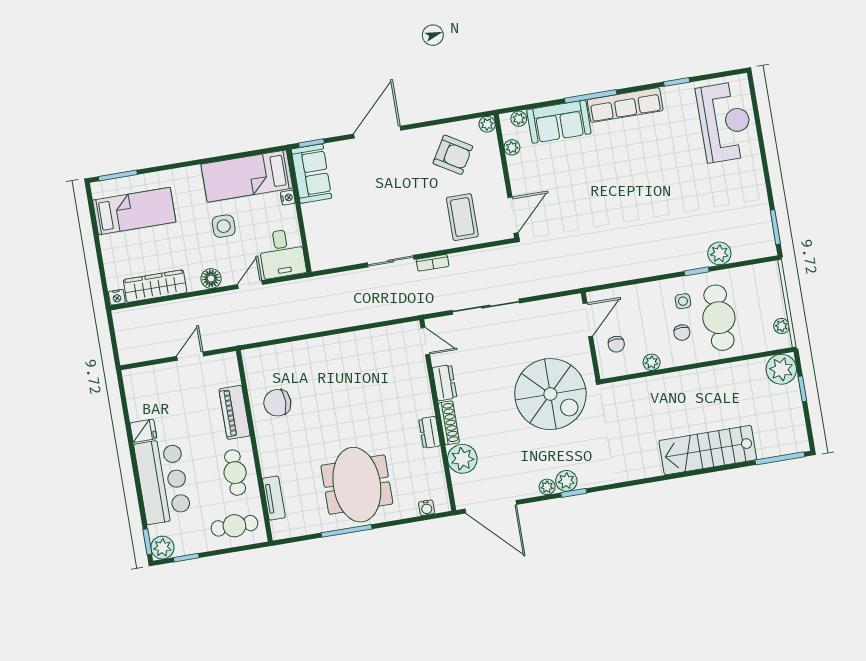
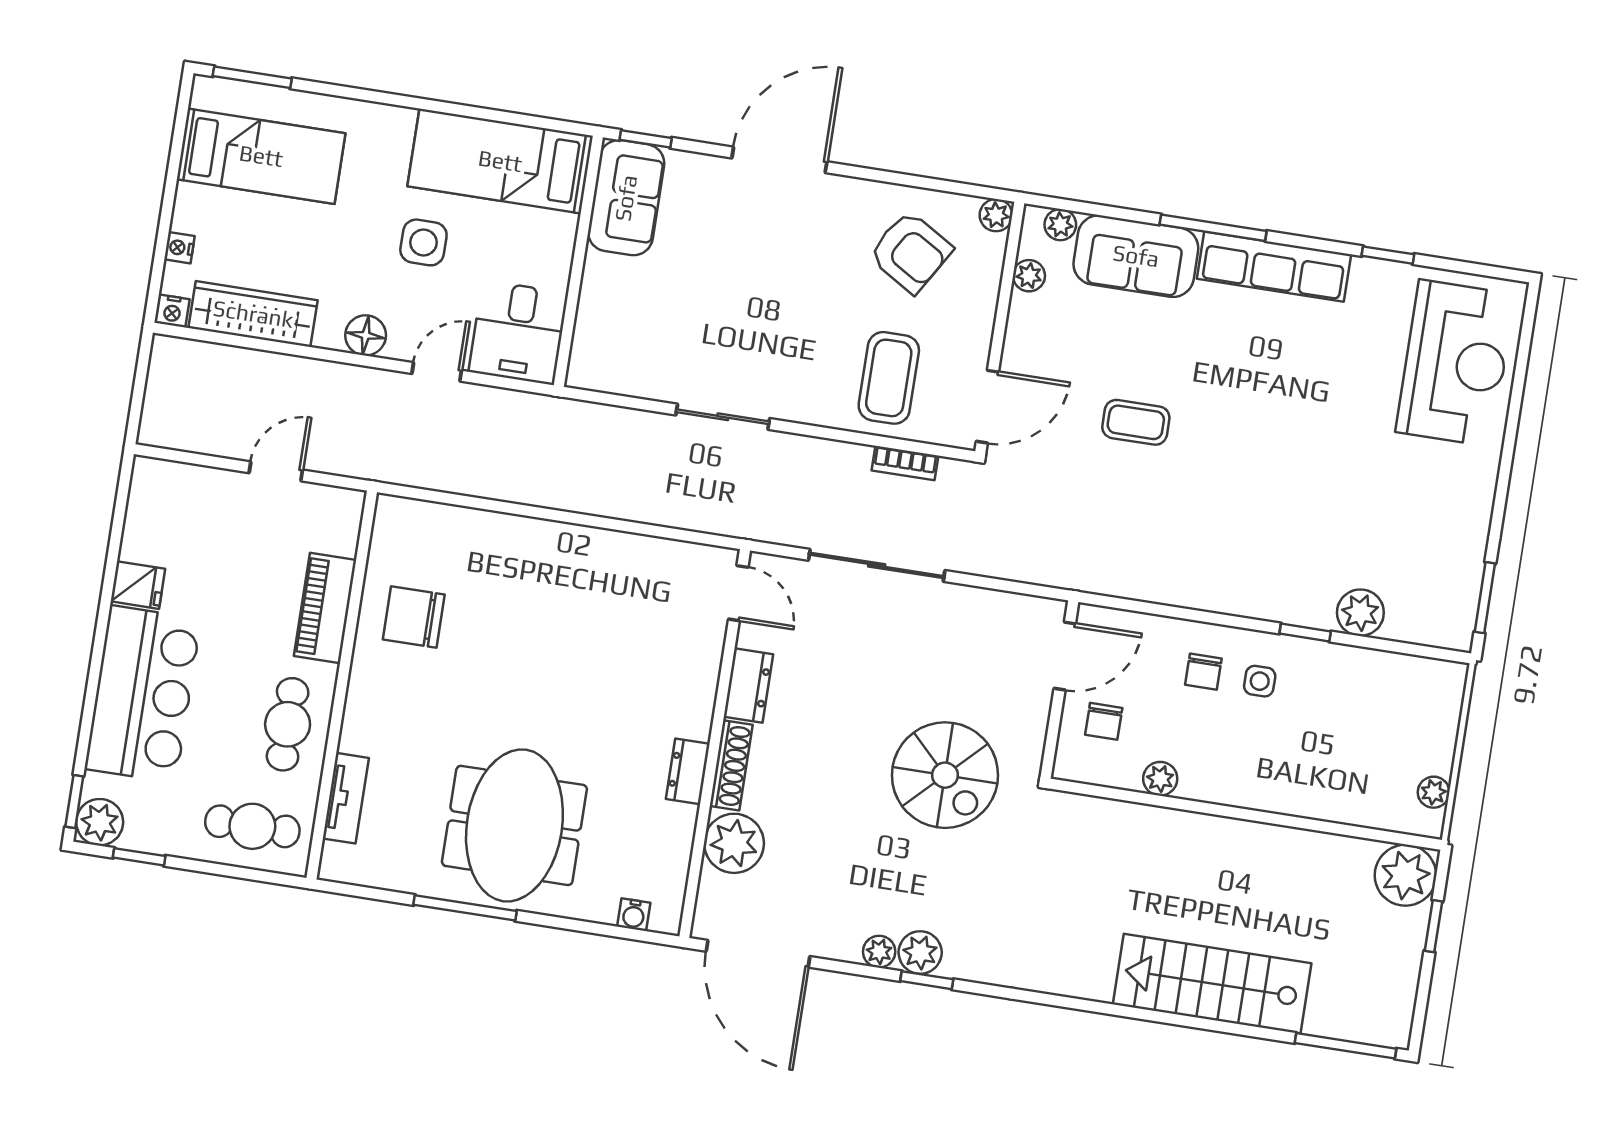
nightstand: (288, 198) -> (179, 248), moved, turned 180
coffee table: (585, 199) -> (1136, 422), added
bookcase: (433, 263) -> (905, 463), moved
cafe table: (719, 318) -> (1318, 736), removed
chair: (682, 333) -> (1203, 672), moved
spiral stairs: (550, 394) -> (945, 775), width x0.73, depth x0.73

